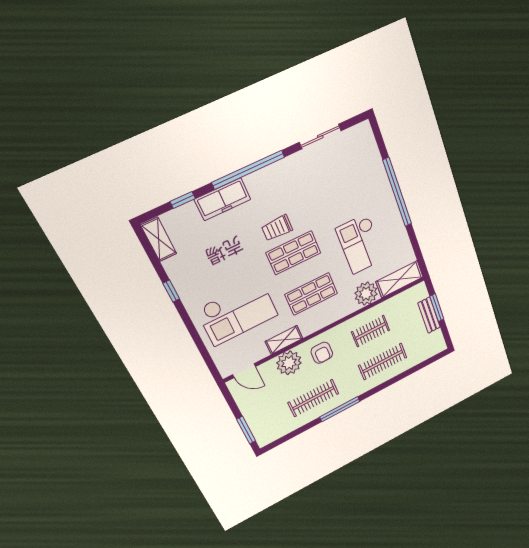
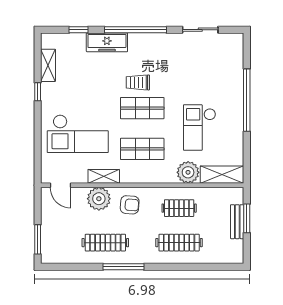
shelving: (159, 239) -> (48, 65), moved
armchair: (322, 353) -> (130, 205), turned -86

